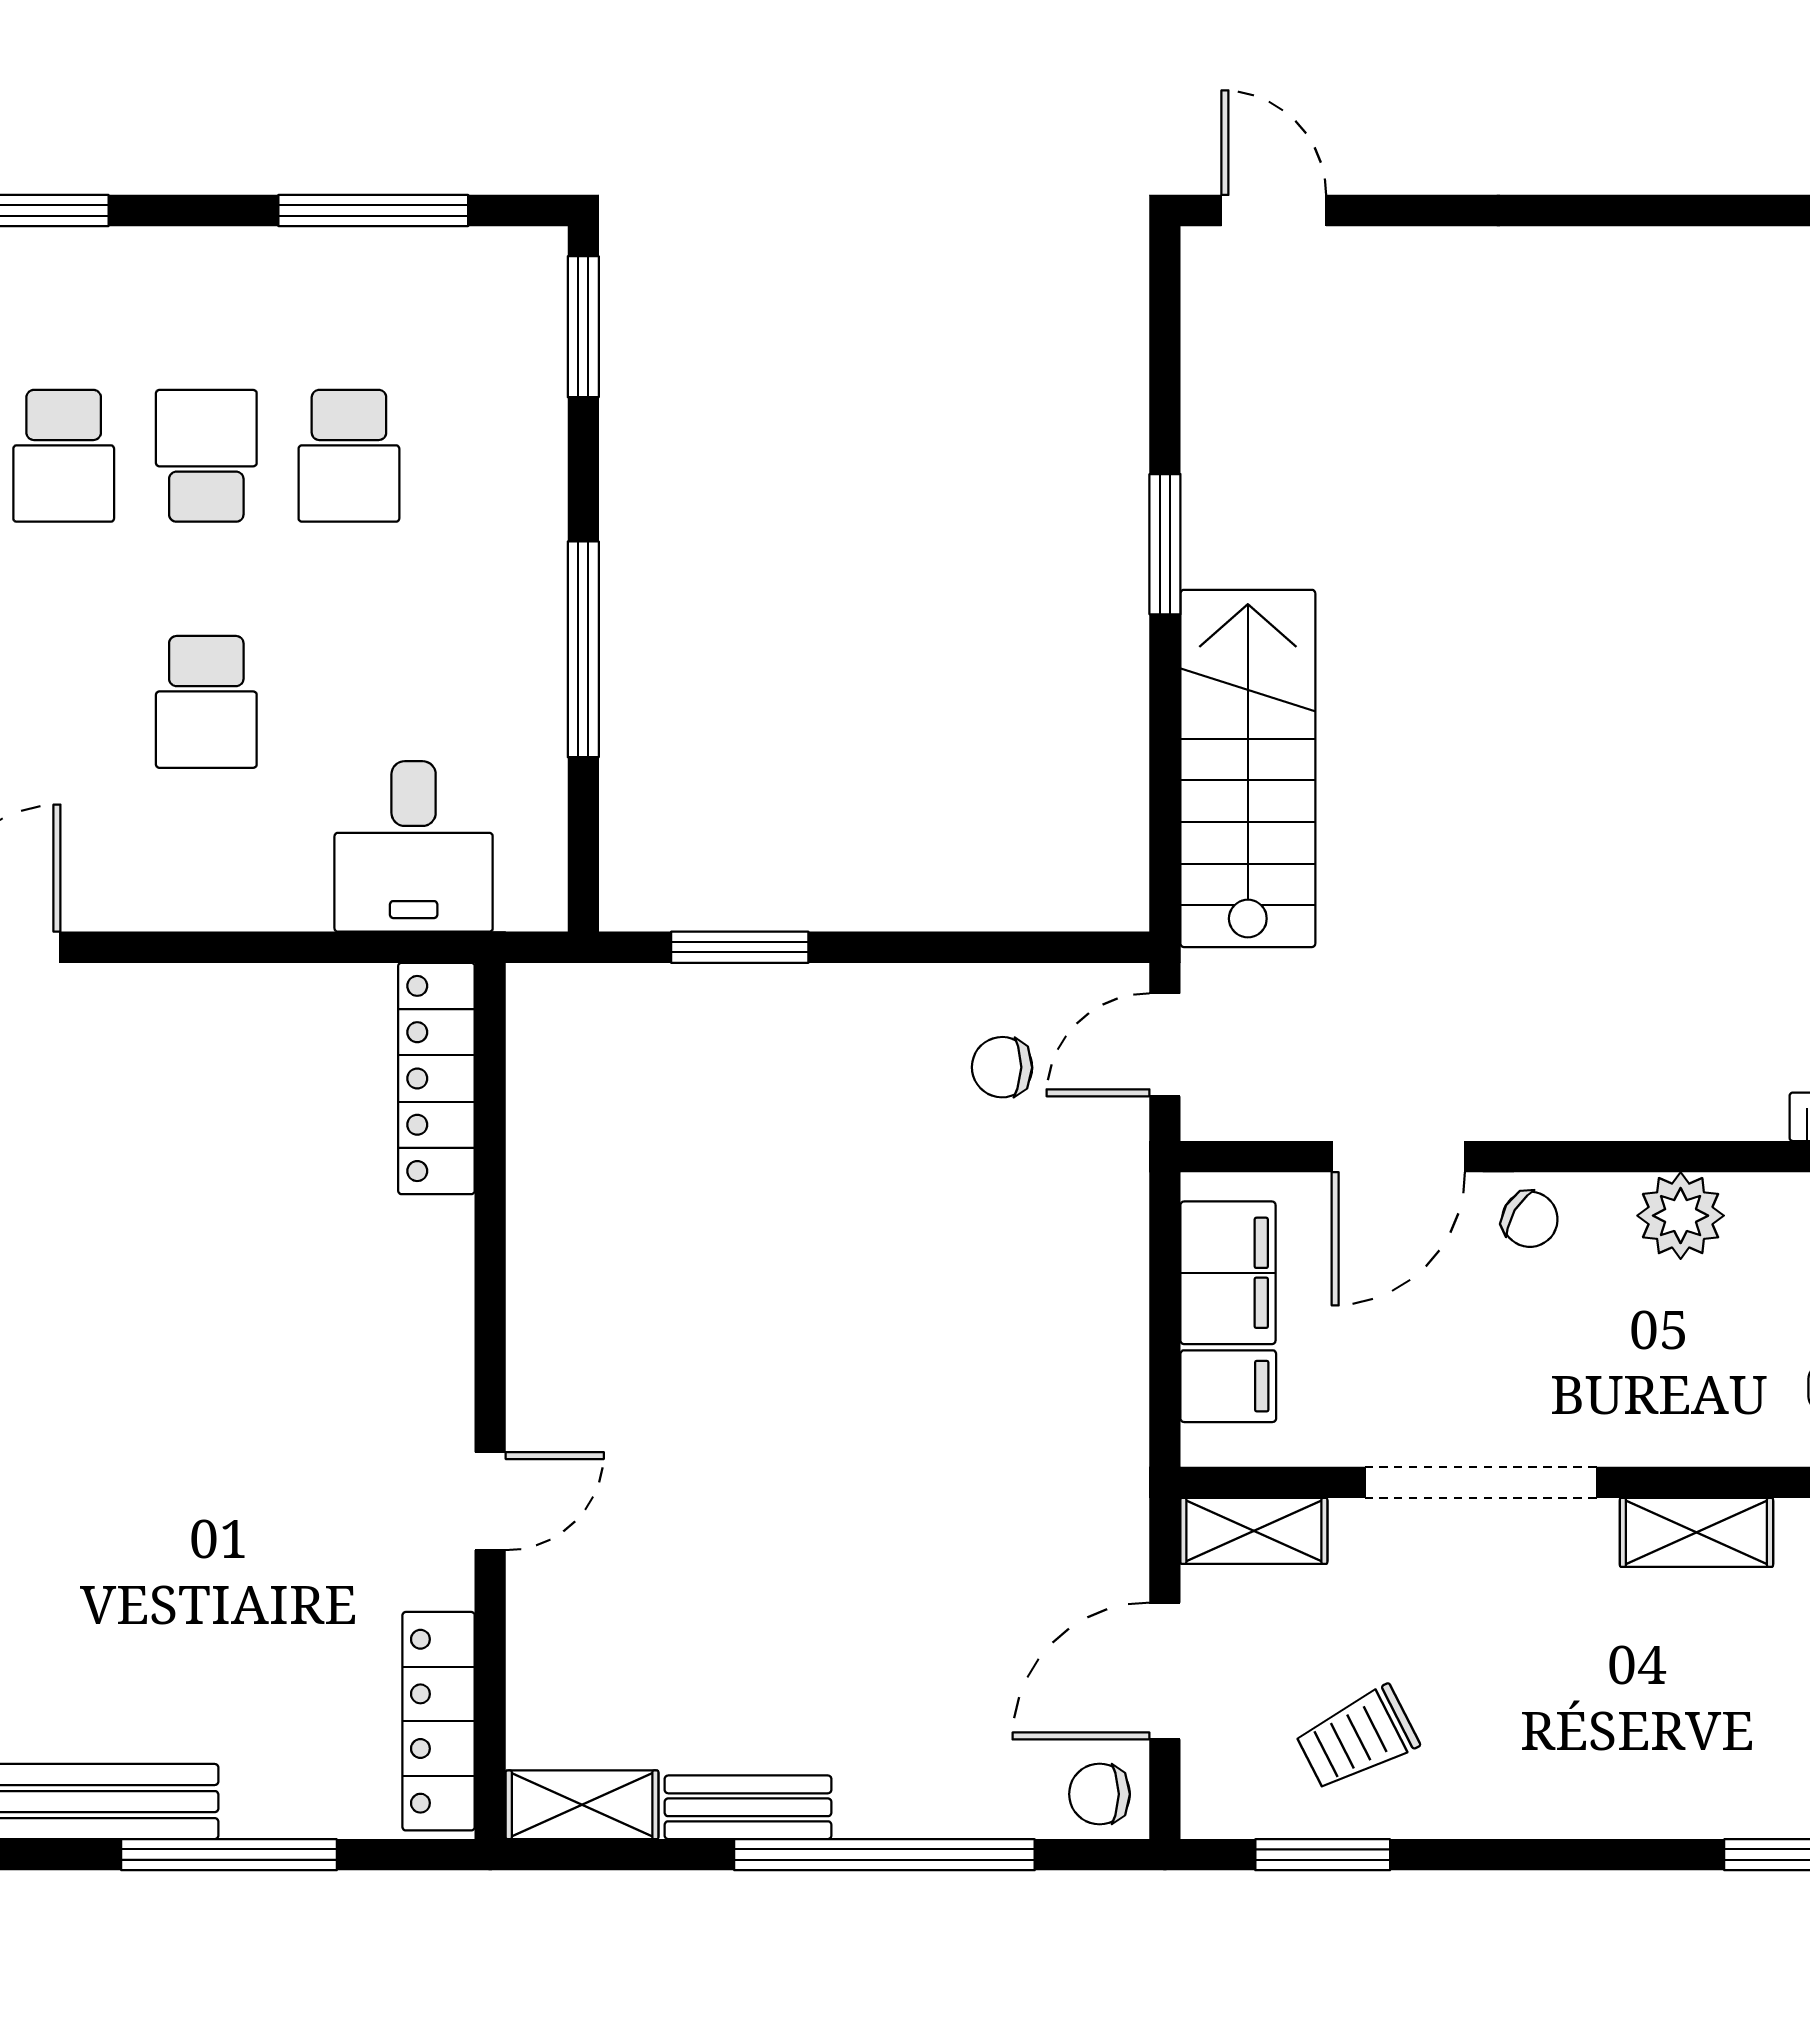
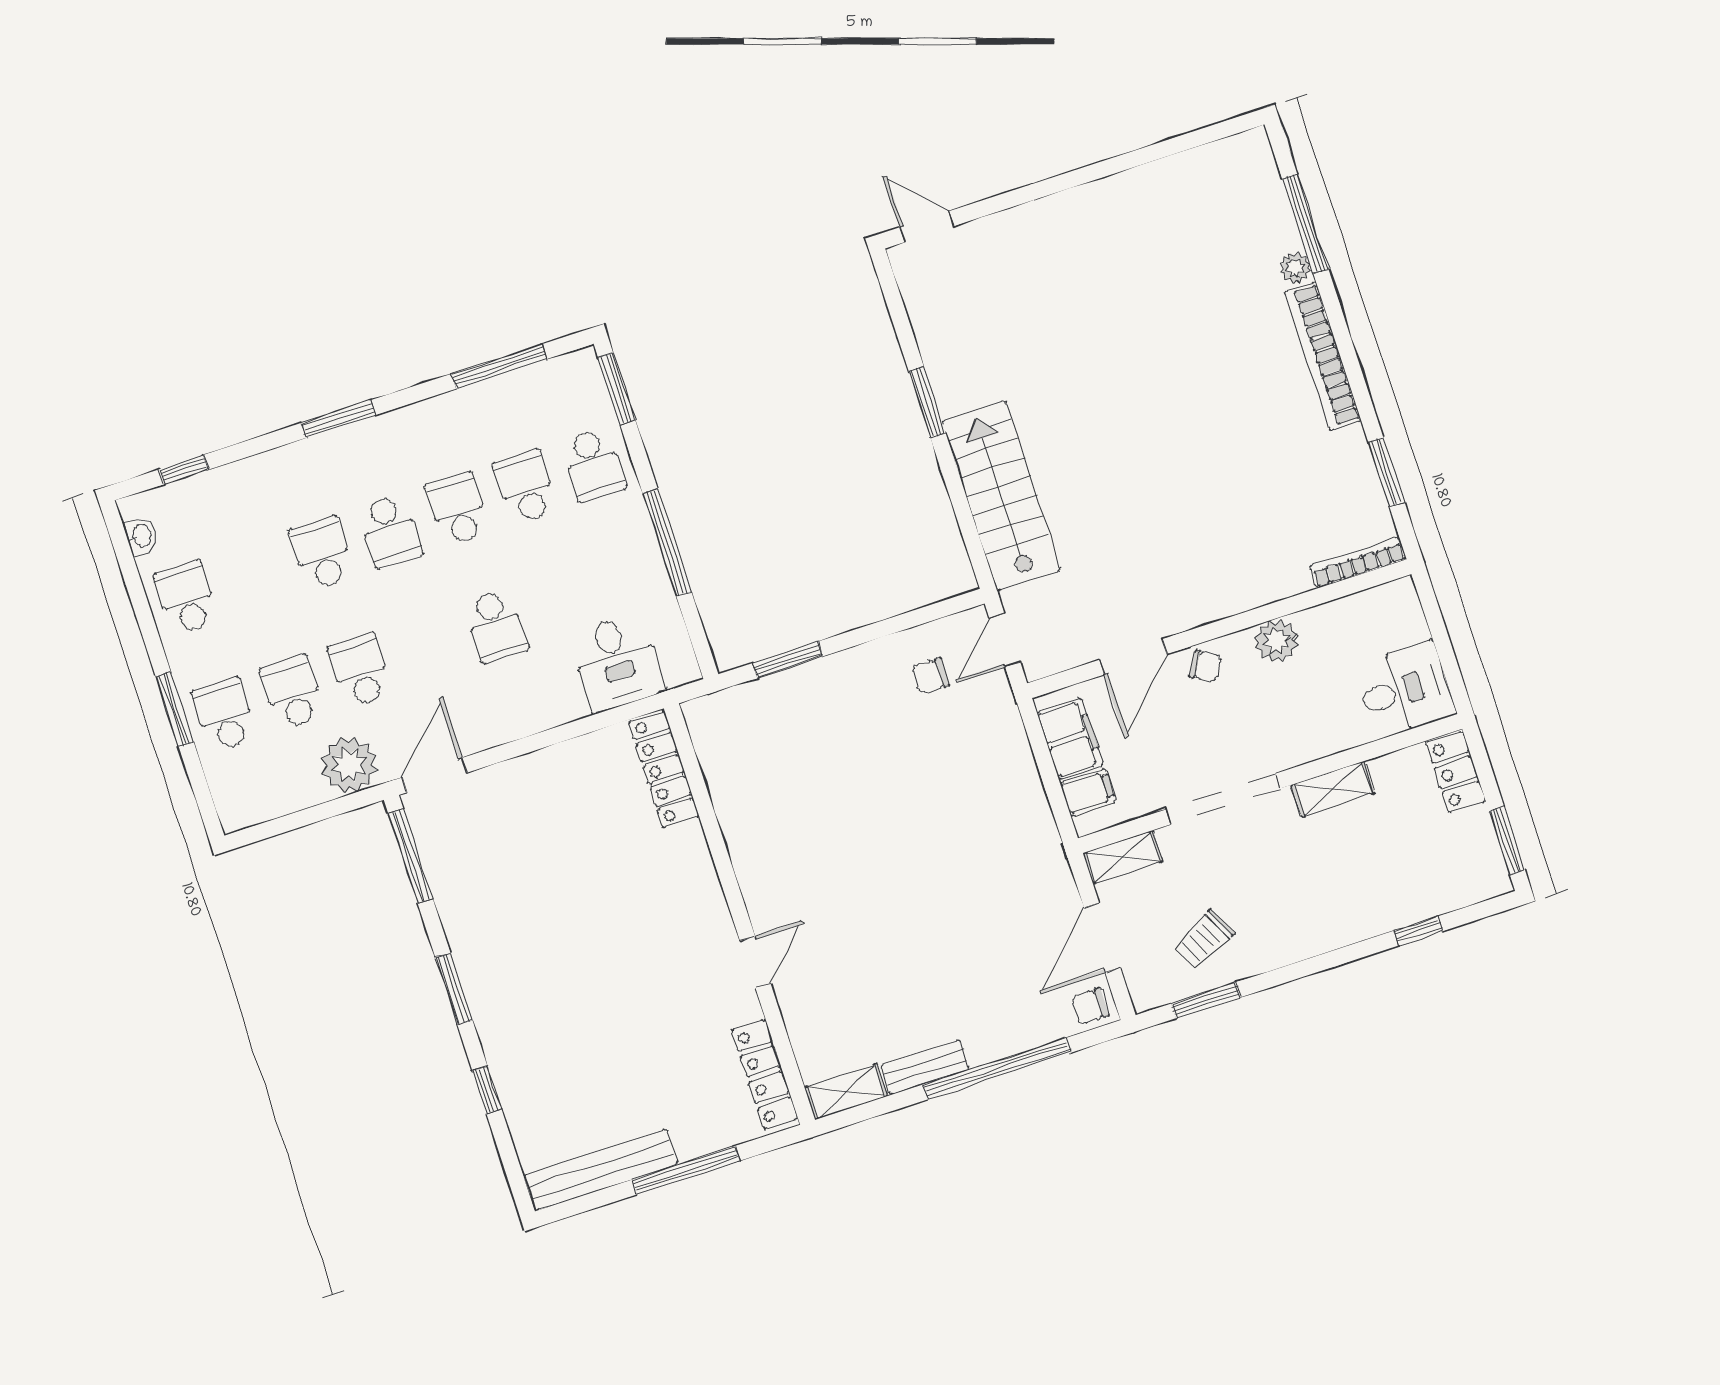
school desk: (349, 456) -> (526, 487), turned 180
school desk: (492, 456) -> (593, 465), added

